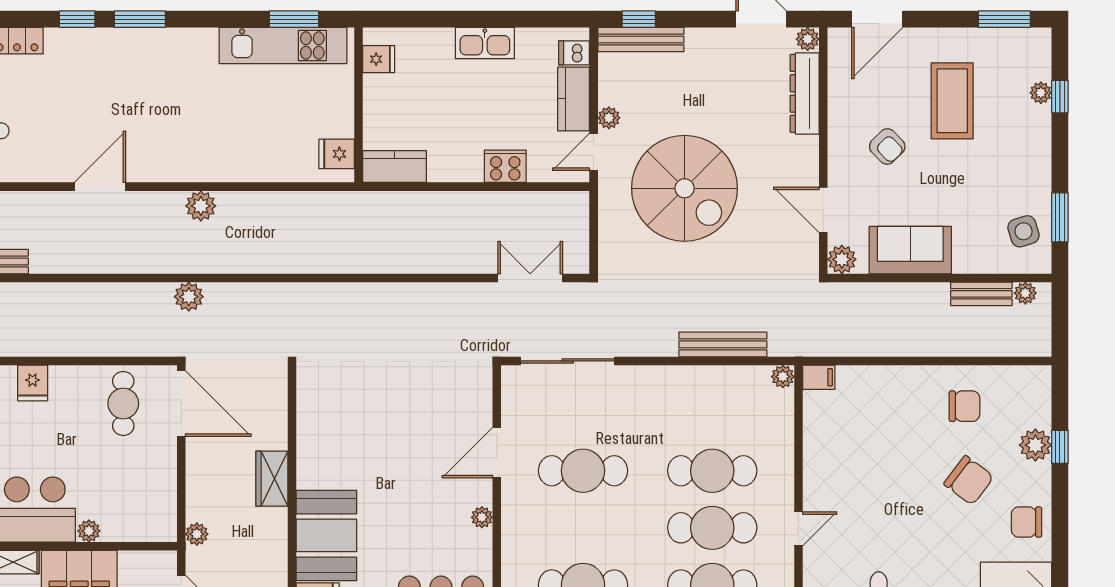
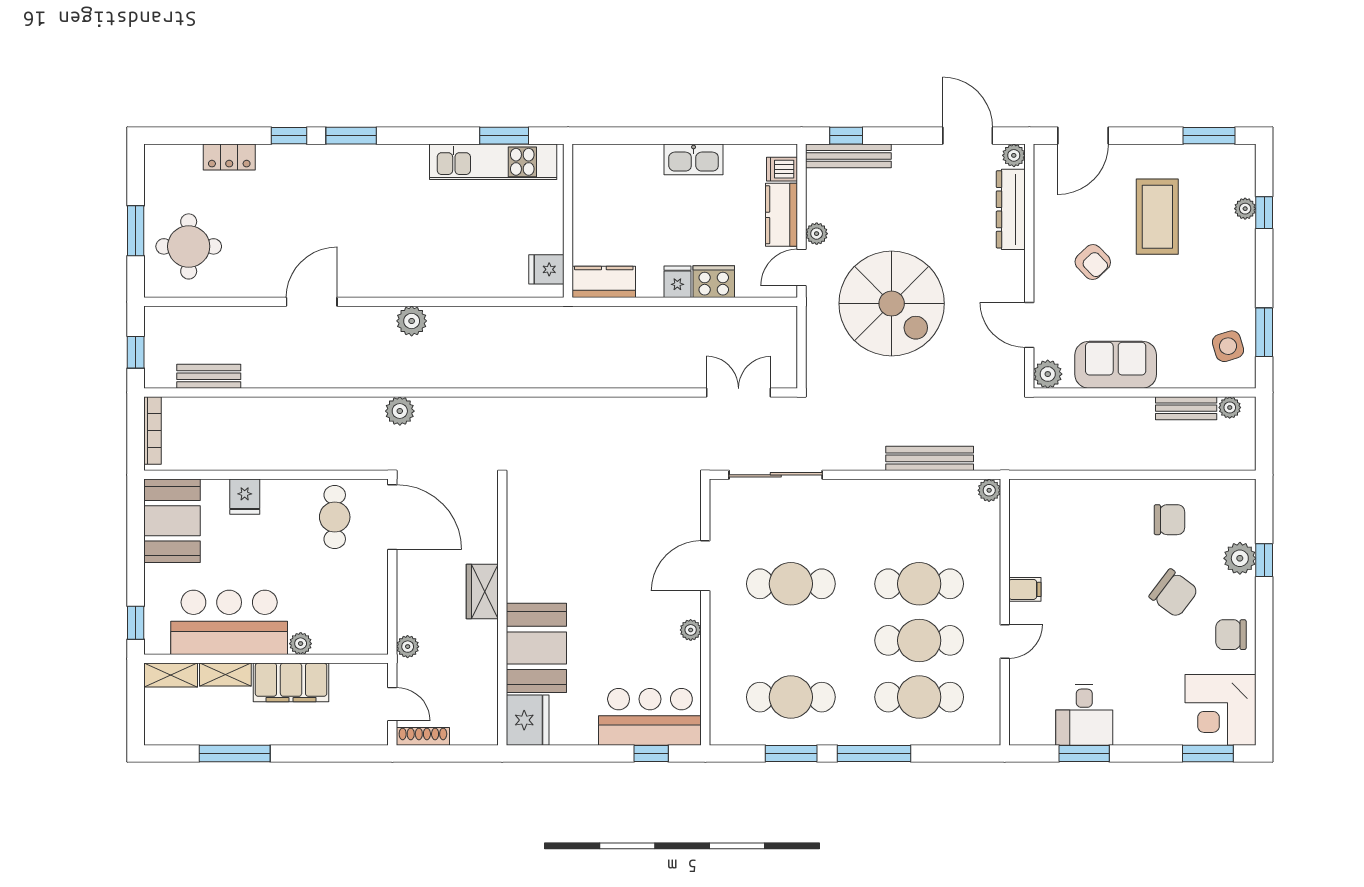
fridge: (379, 59) -> (677, 282), moved, turned -90
filing cabinet: (819, 377) -> (1025, 589), moved

